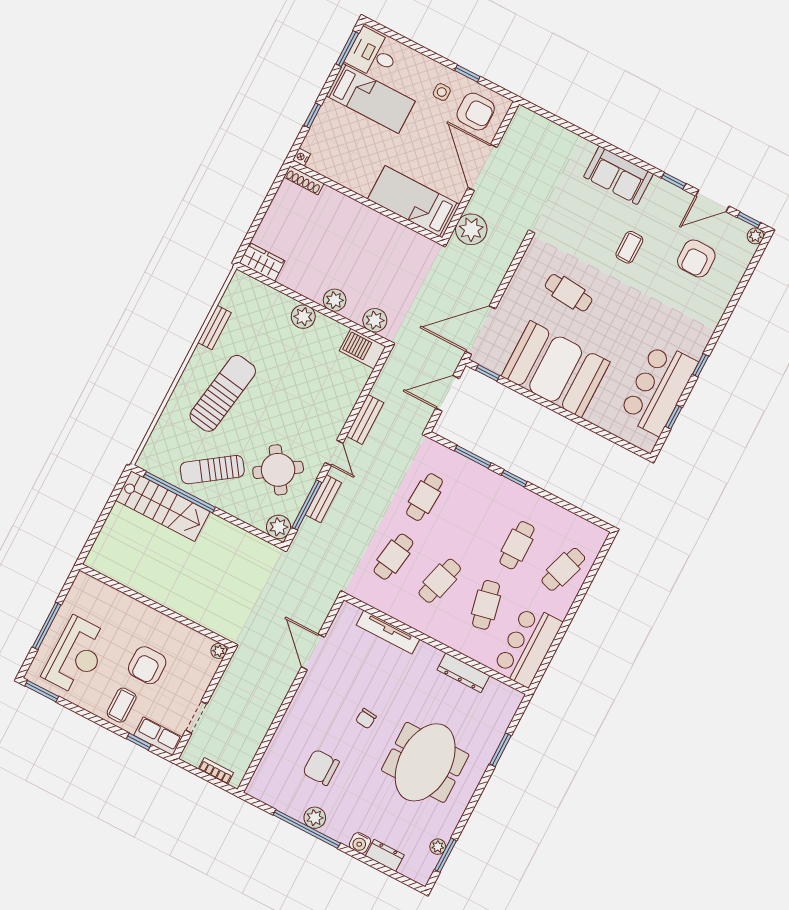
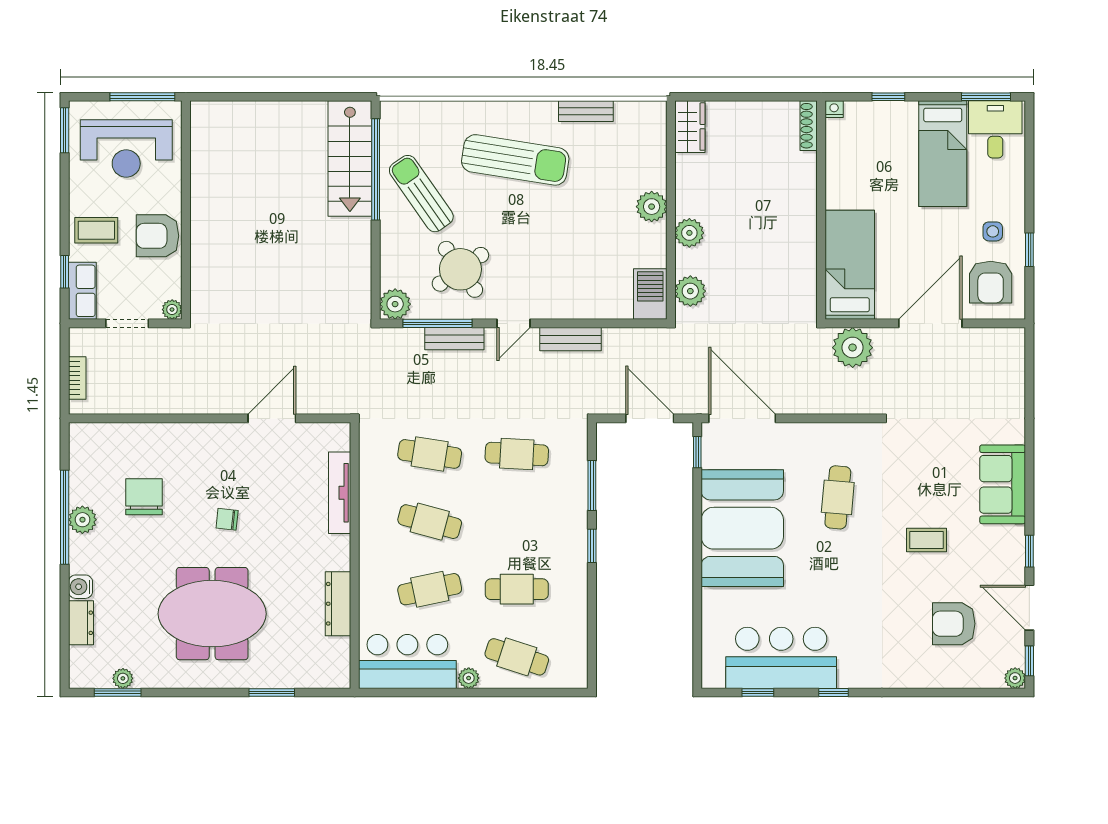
wall: (156, 606) -> (186, 210), moved
plant: (561, 610) -> (469, 678), added
plant: (219, 651) -> (172, 310), moved

